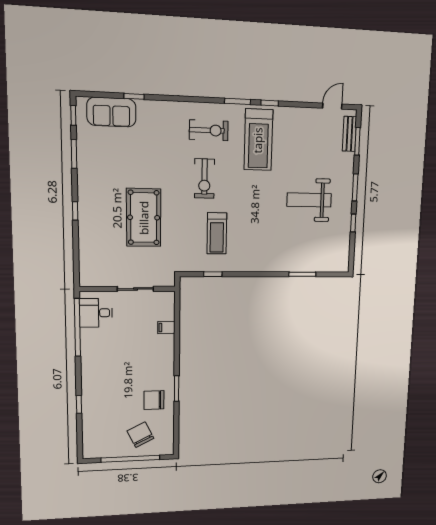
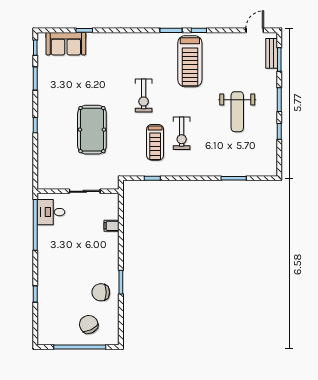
exercise bike: (209, 130) -> (182, 133), moved, turned 90
weight bench: (309, 200) -> (237, 112), turned -90

